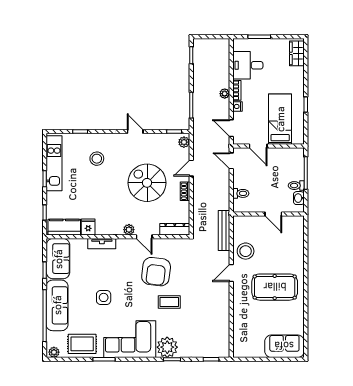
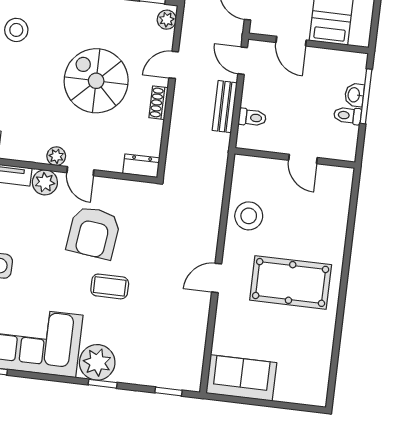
washbasin: (299, 198) -> (354, 95), moved
dresser: (175, 229) -> (141, 166), width x0.70
bench: (224, 231) -> (225, 107), moved, width x0.73
plant: (124, 246) -> (45, 182), added
door: (231, 273) -> (217, 278), moved
sofa: (284, 346) -> (241, 378), moved

